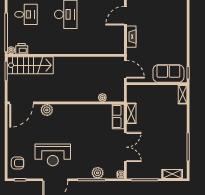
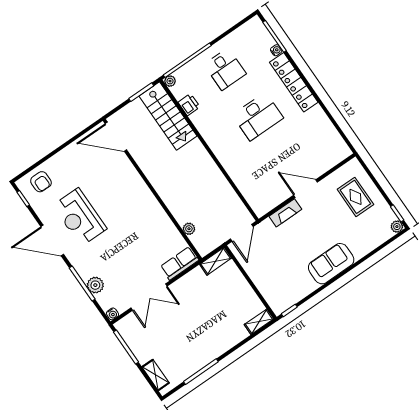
printer: (22, 49) -> (189, 105), moved
sofa: (168, 74) -> (331, 264), moved, turned -90
plant: (47, 110) -> (128, 173), removed
shelving: (131, 113) -> (216, 261), moved

